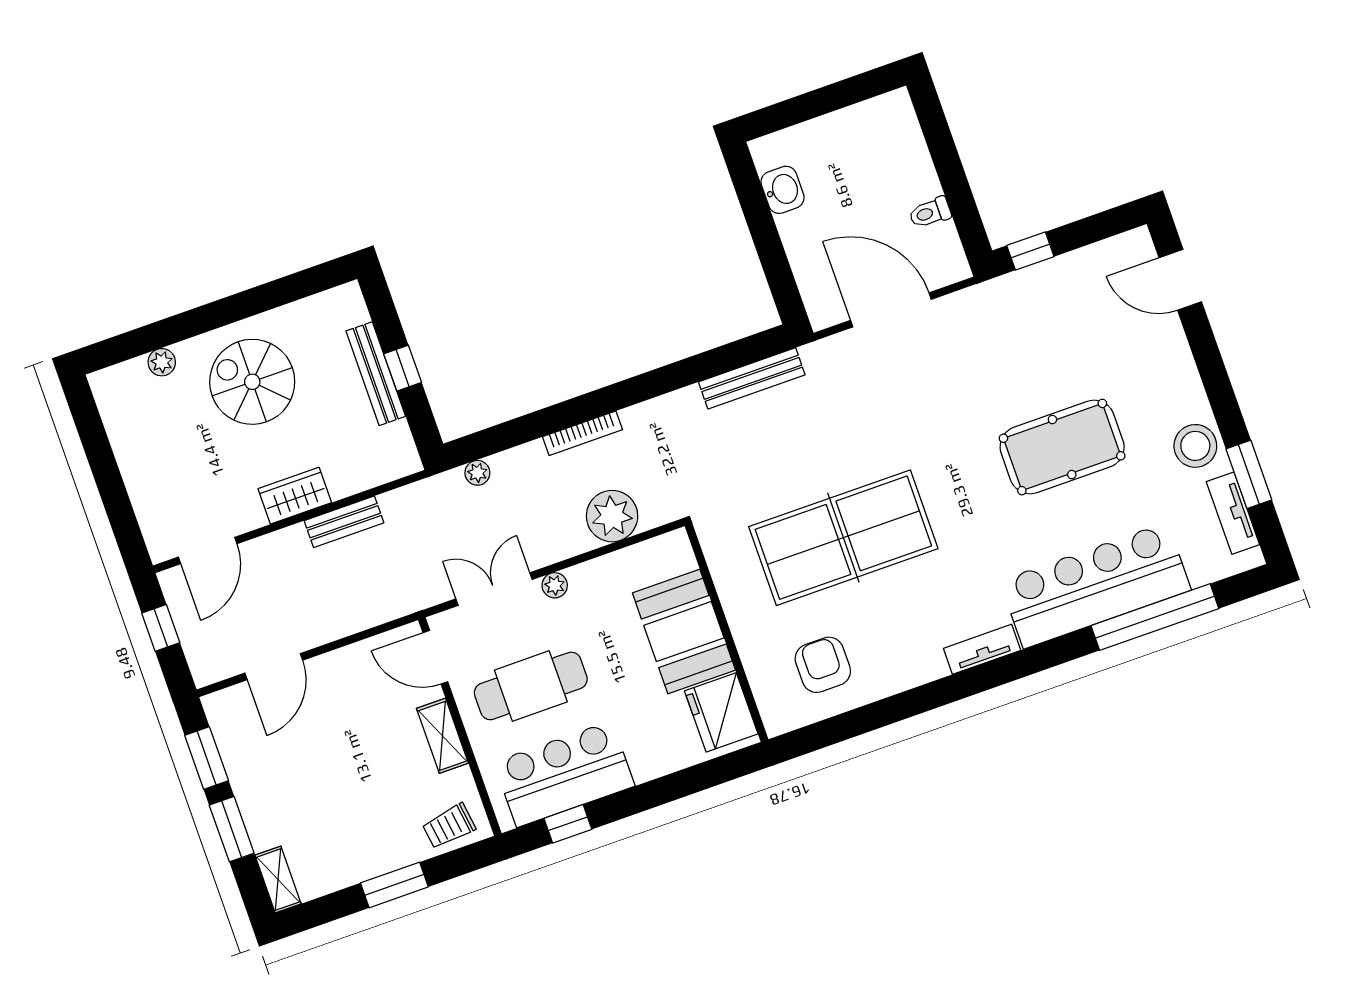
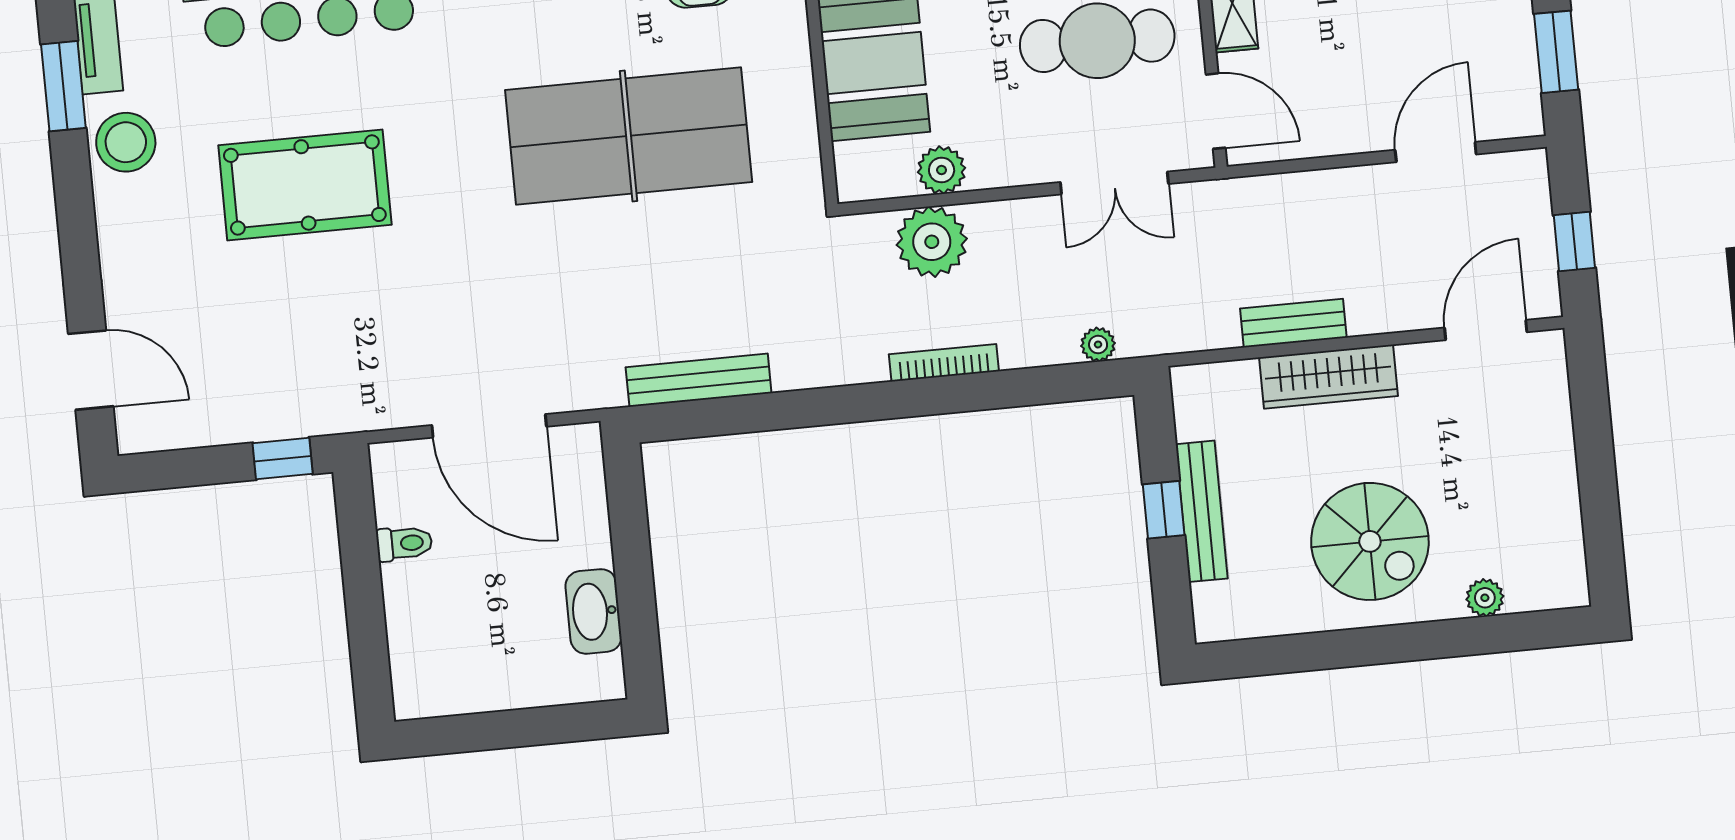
washbasin: (783, 190) -> (594, 611), width x1.38
wardrobe: (295, 496) -> (1328, 377), width x1.50
plant: (555, 585) -> (942, 170), moved, width x1.38, depth x1.38

